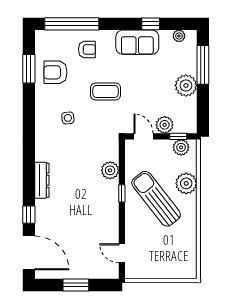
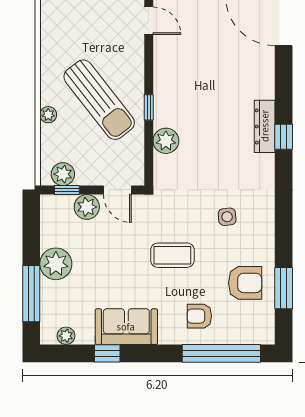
plant: (186, 183) -> (48, 115), width x0.53, depth x0.53
window: (29, 215) -> (284, 137), moved

